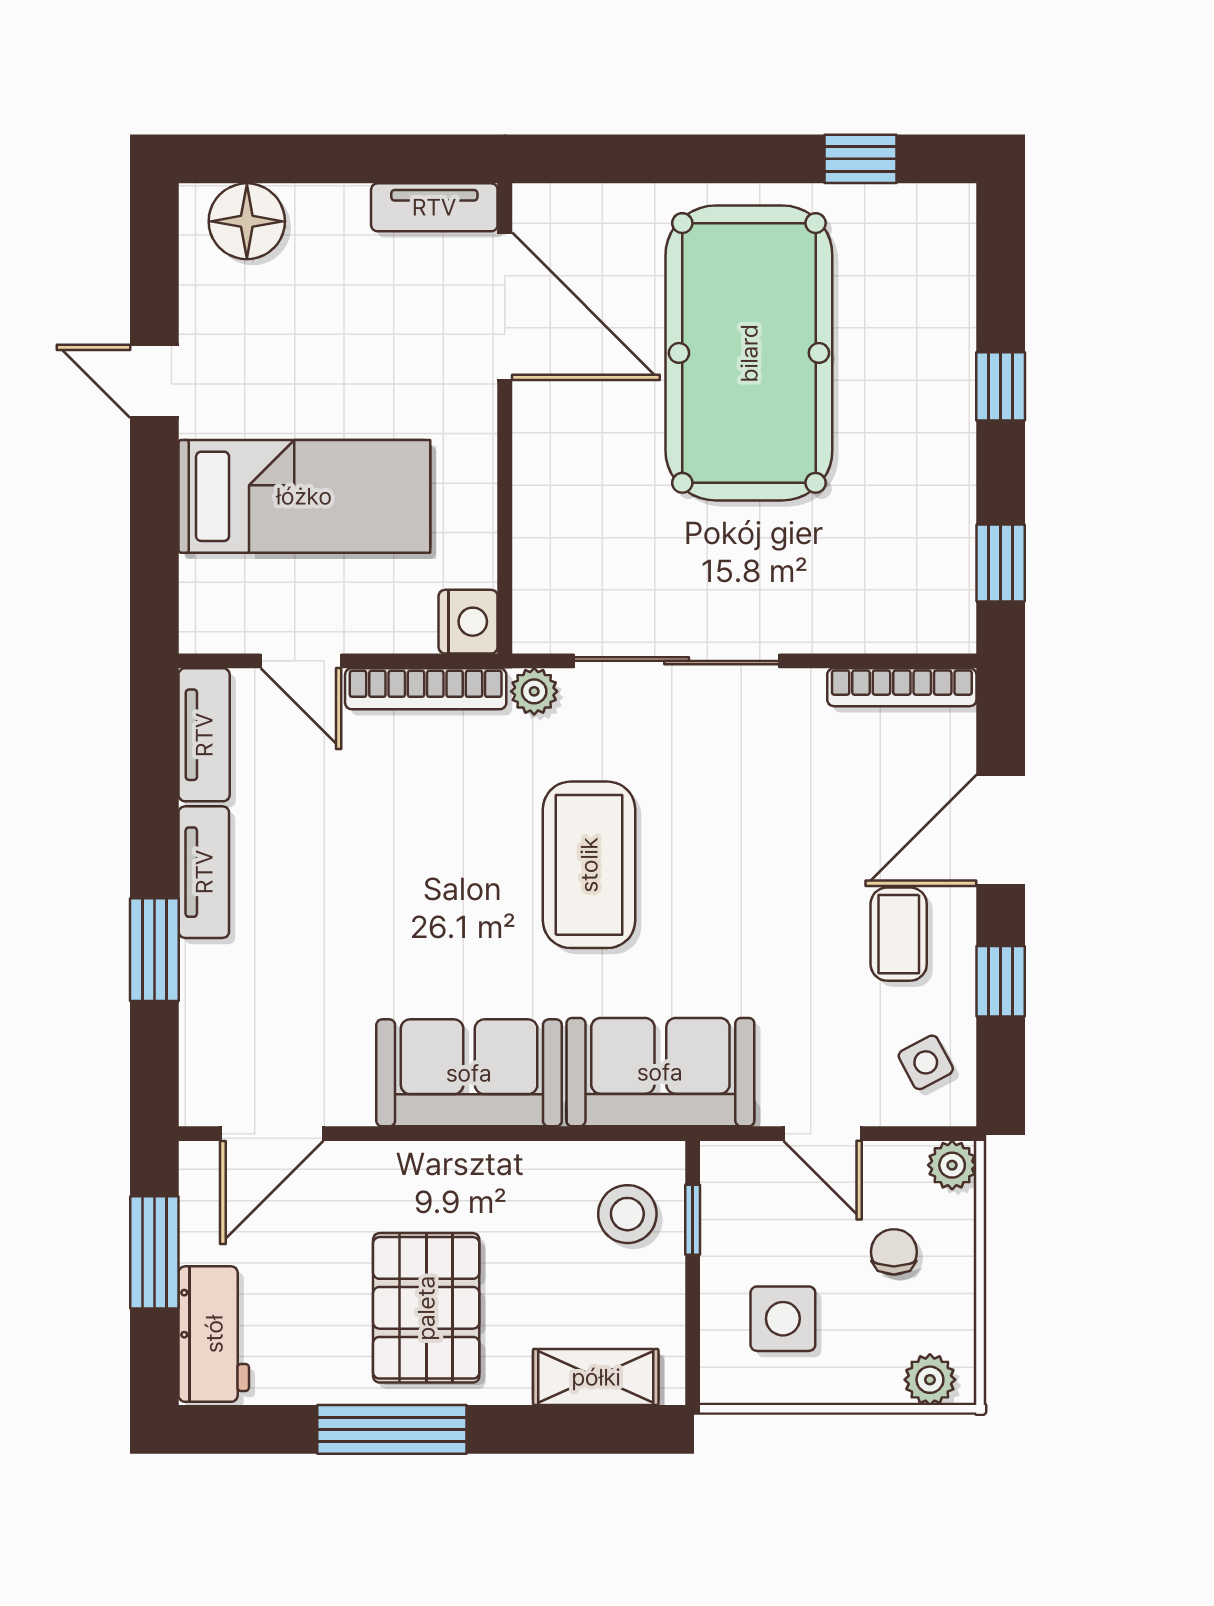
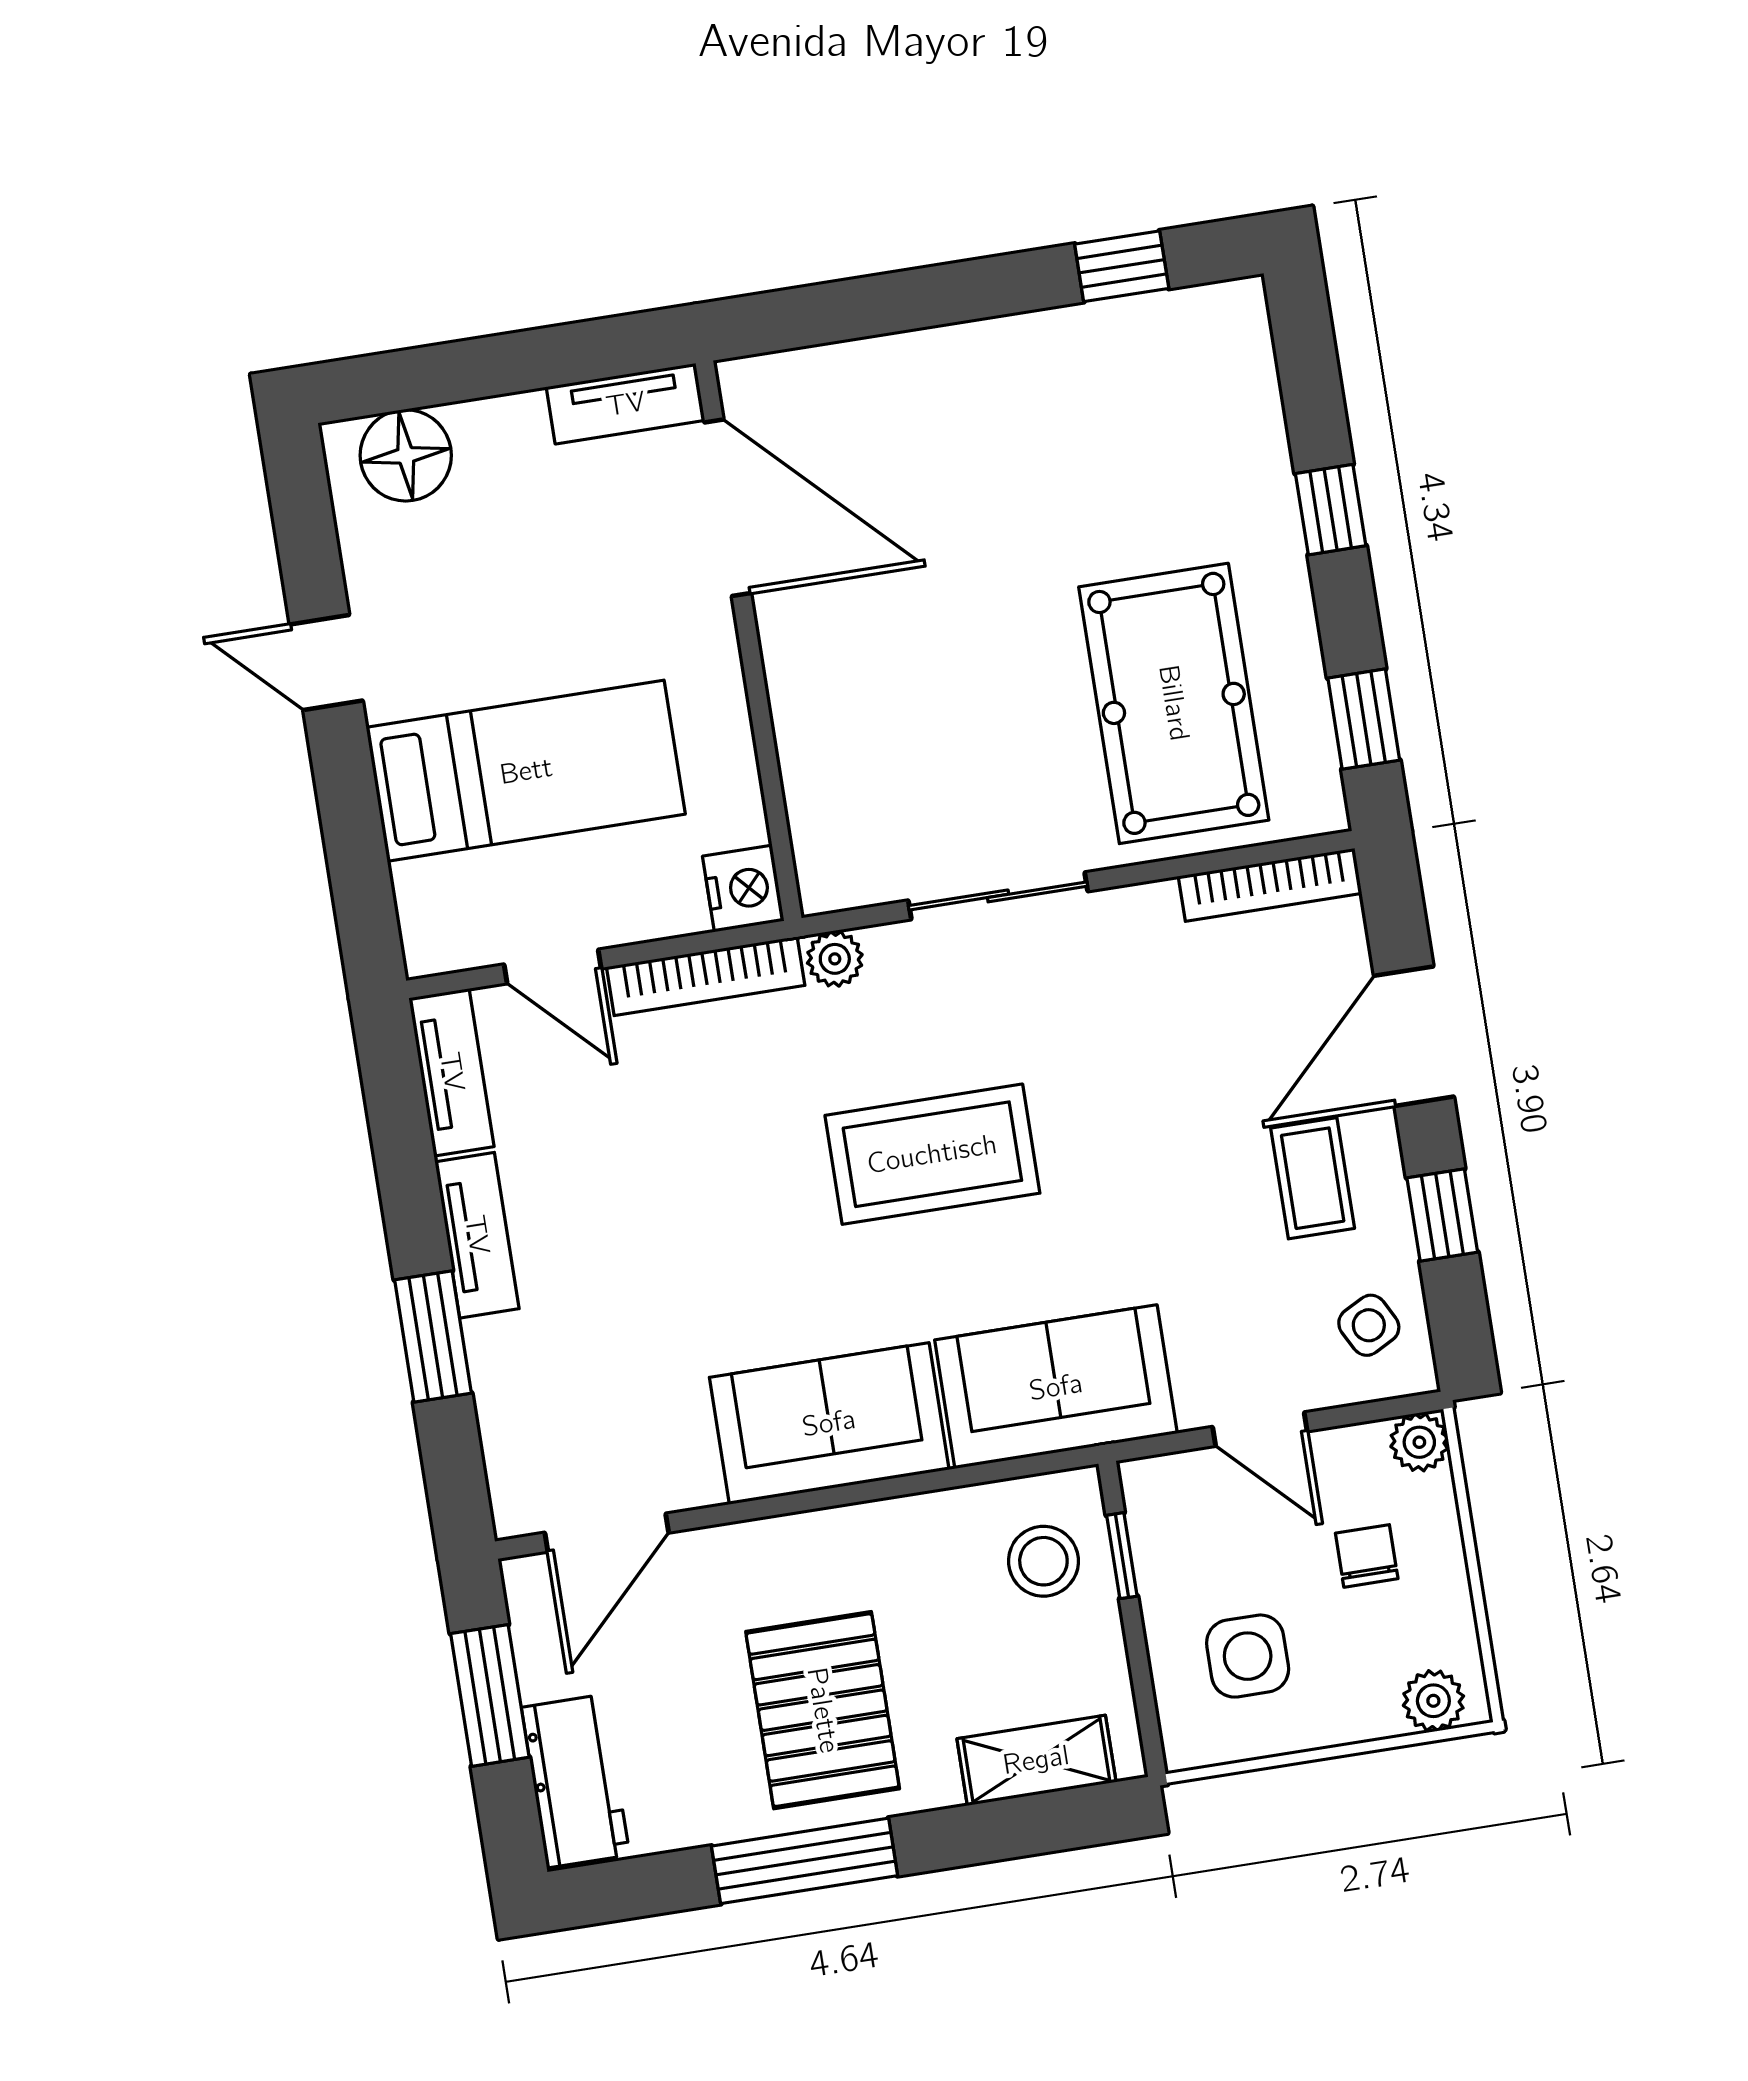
pool table: (749, 353) -> (1174, 703), moved, width x0.73, depth x0.76
sliding door: (677, 661) -> (998, 896), width x0.73
coffee table: (589, 865) -> (932, 1154), turned 90

